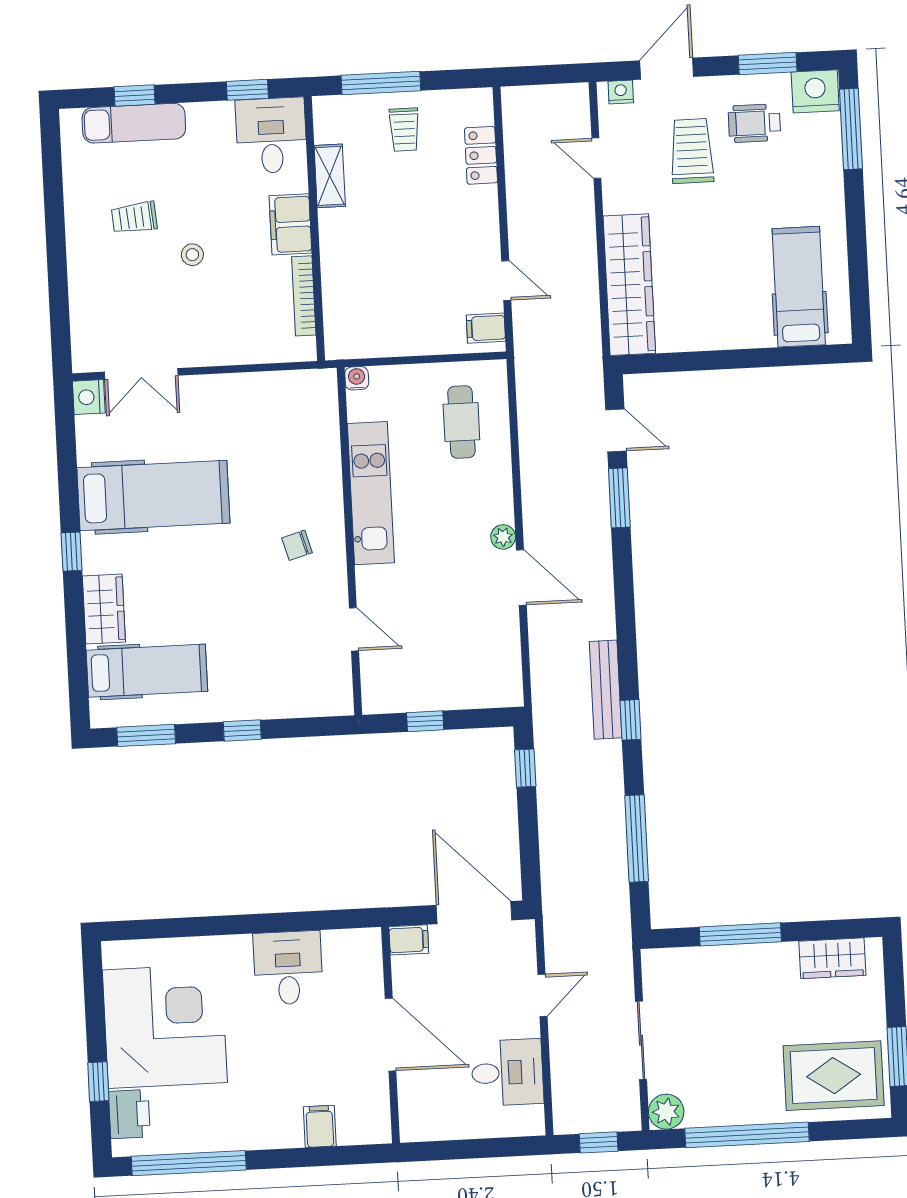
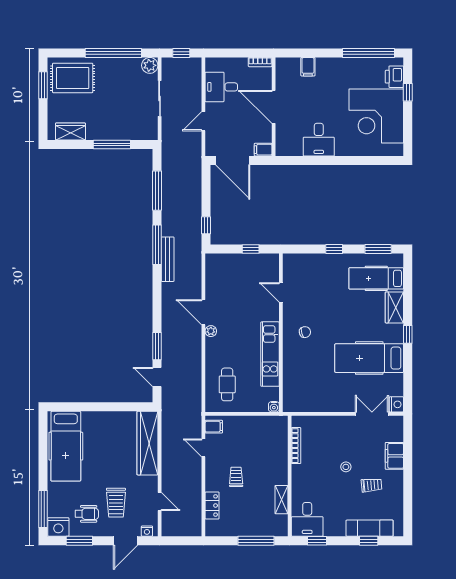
trolley: (404, 130) -> (236, 477), moved
filing cabinet: (290, 224) -> (394, 456), moved, turned 180
hospital bed: (799, 287) -> (66, 446), width x1.37, depth x1.29
window: (631, 720) -> (157, 245), width x2.17
bookcase: (425, 1131) -> (260, 62), added

